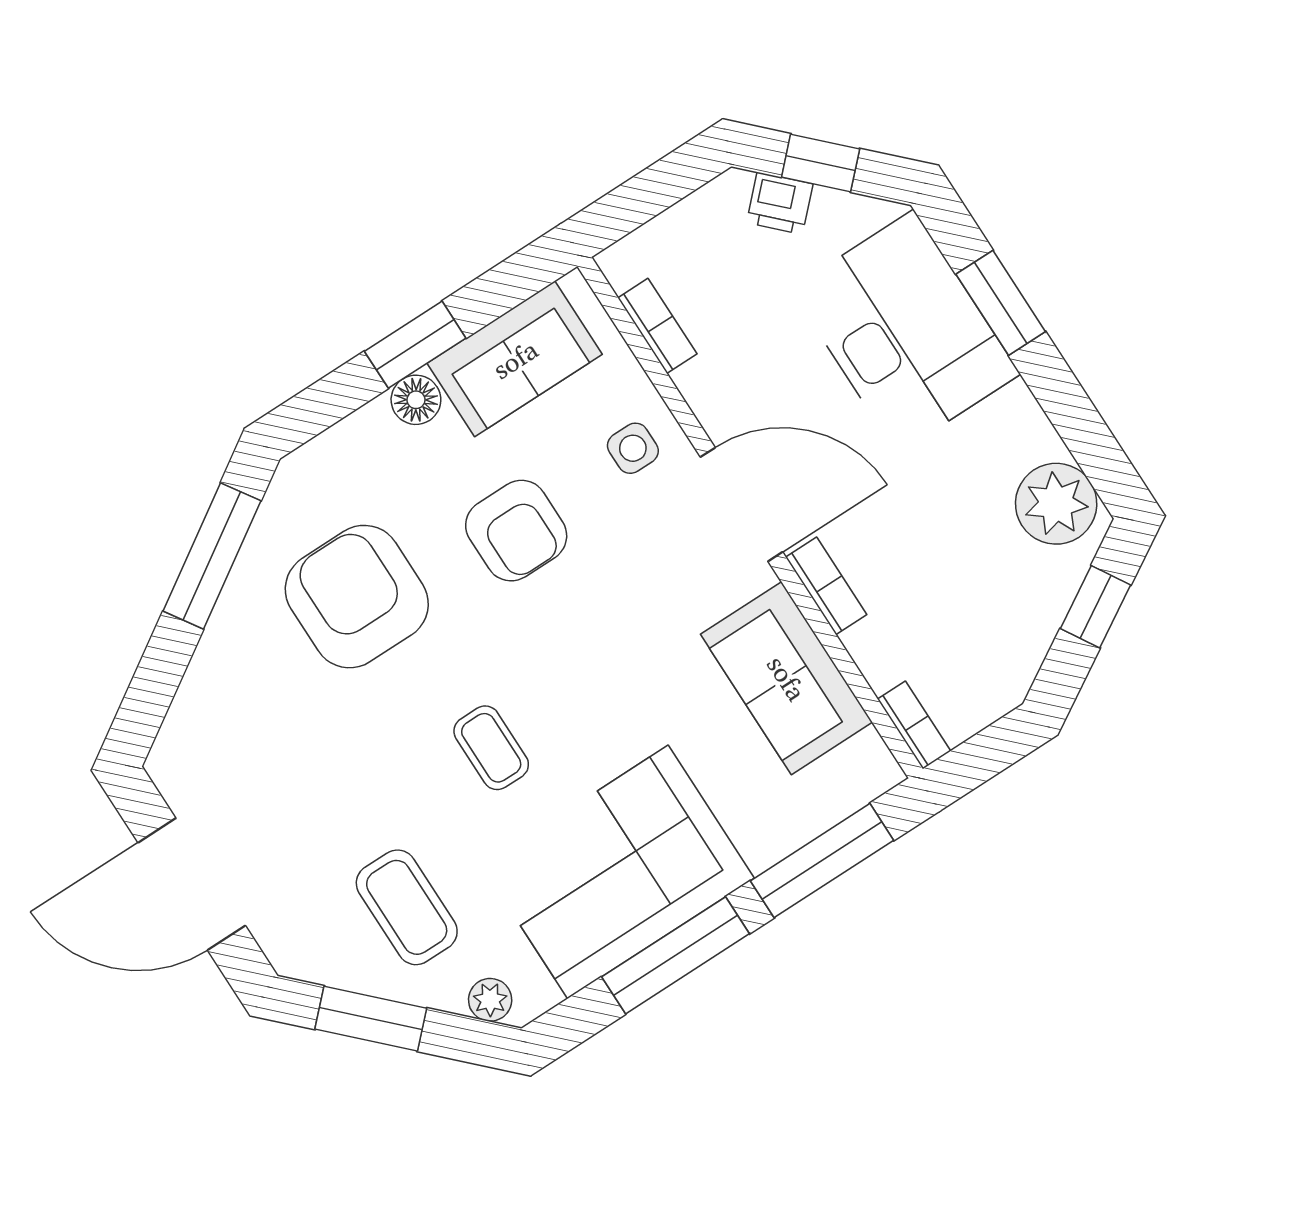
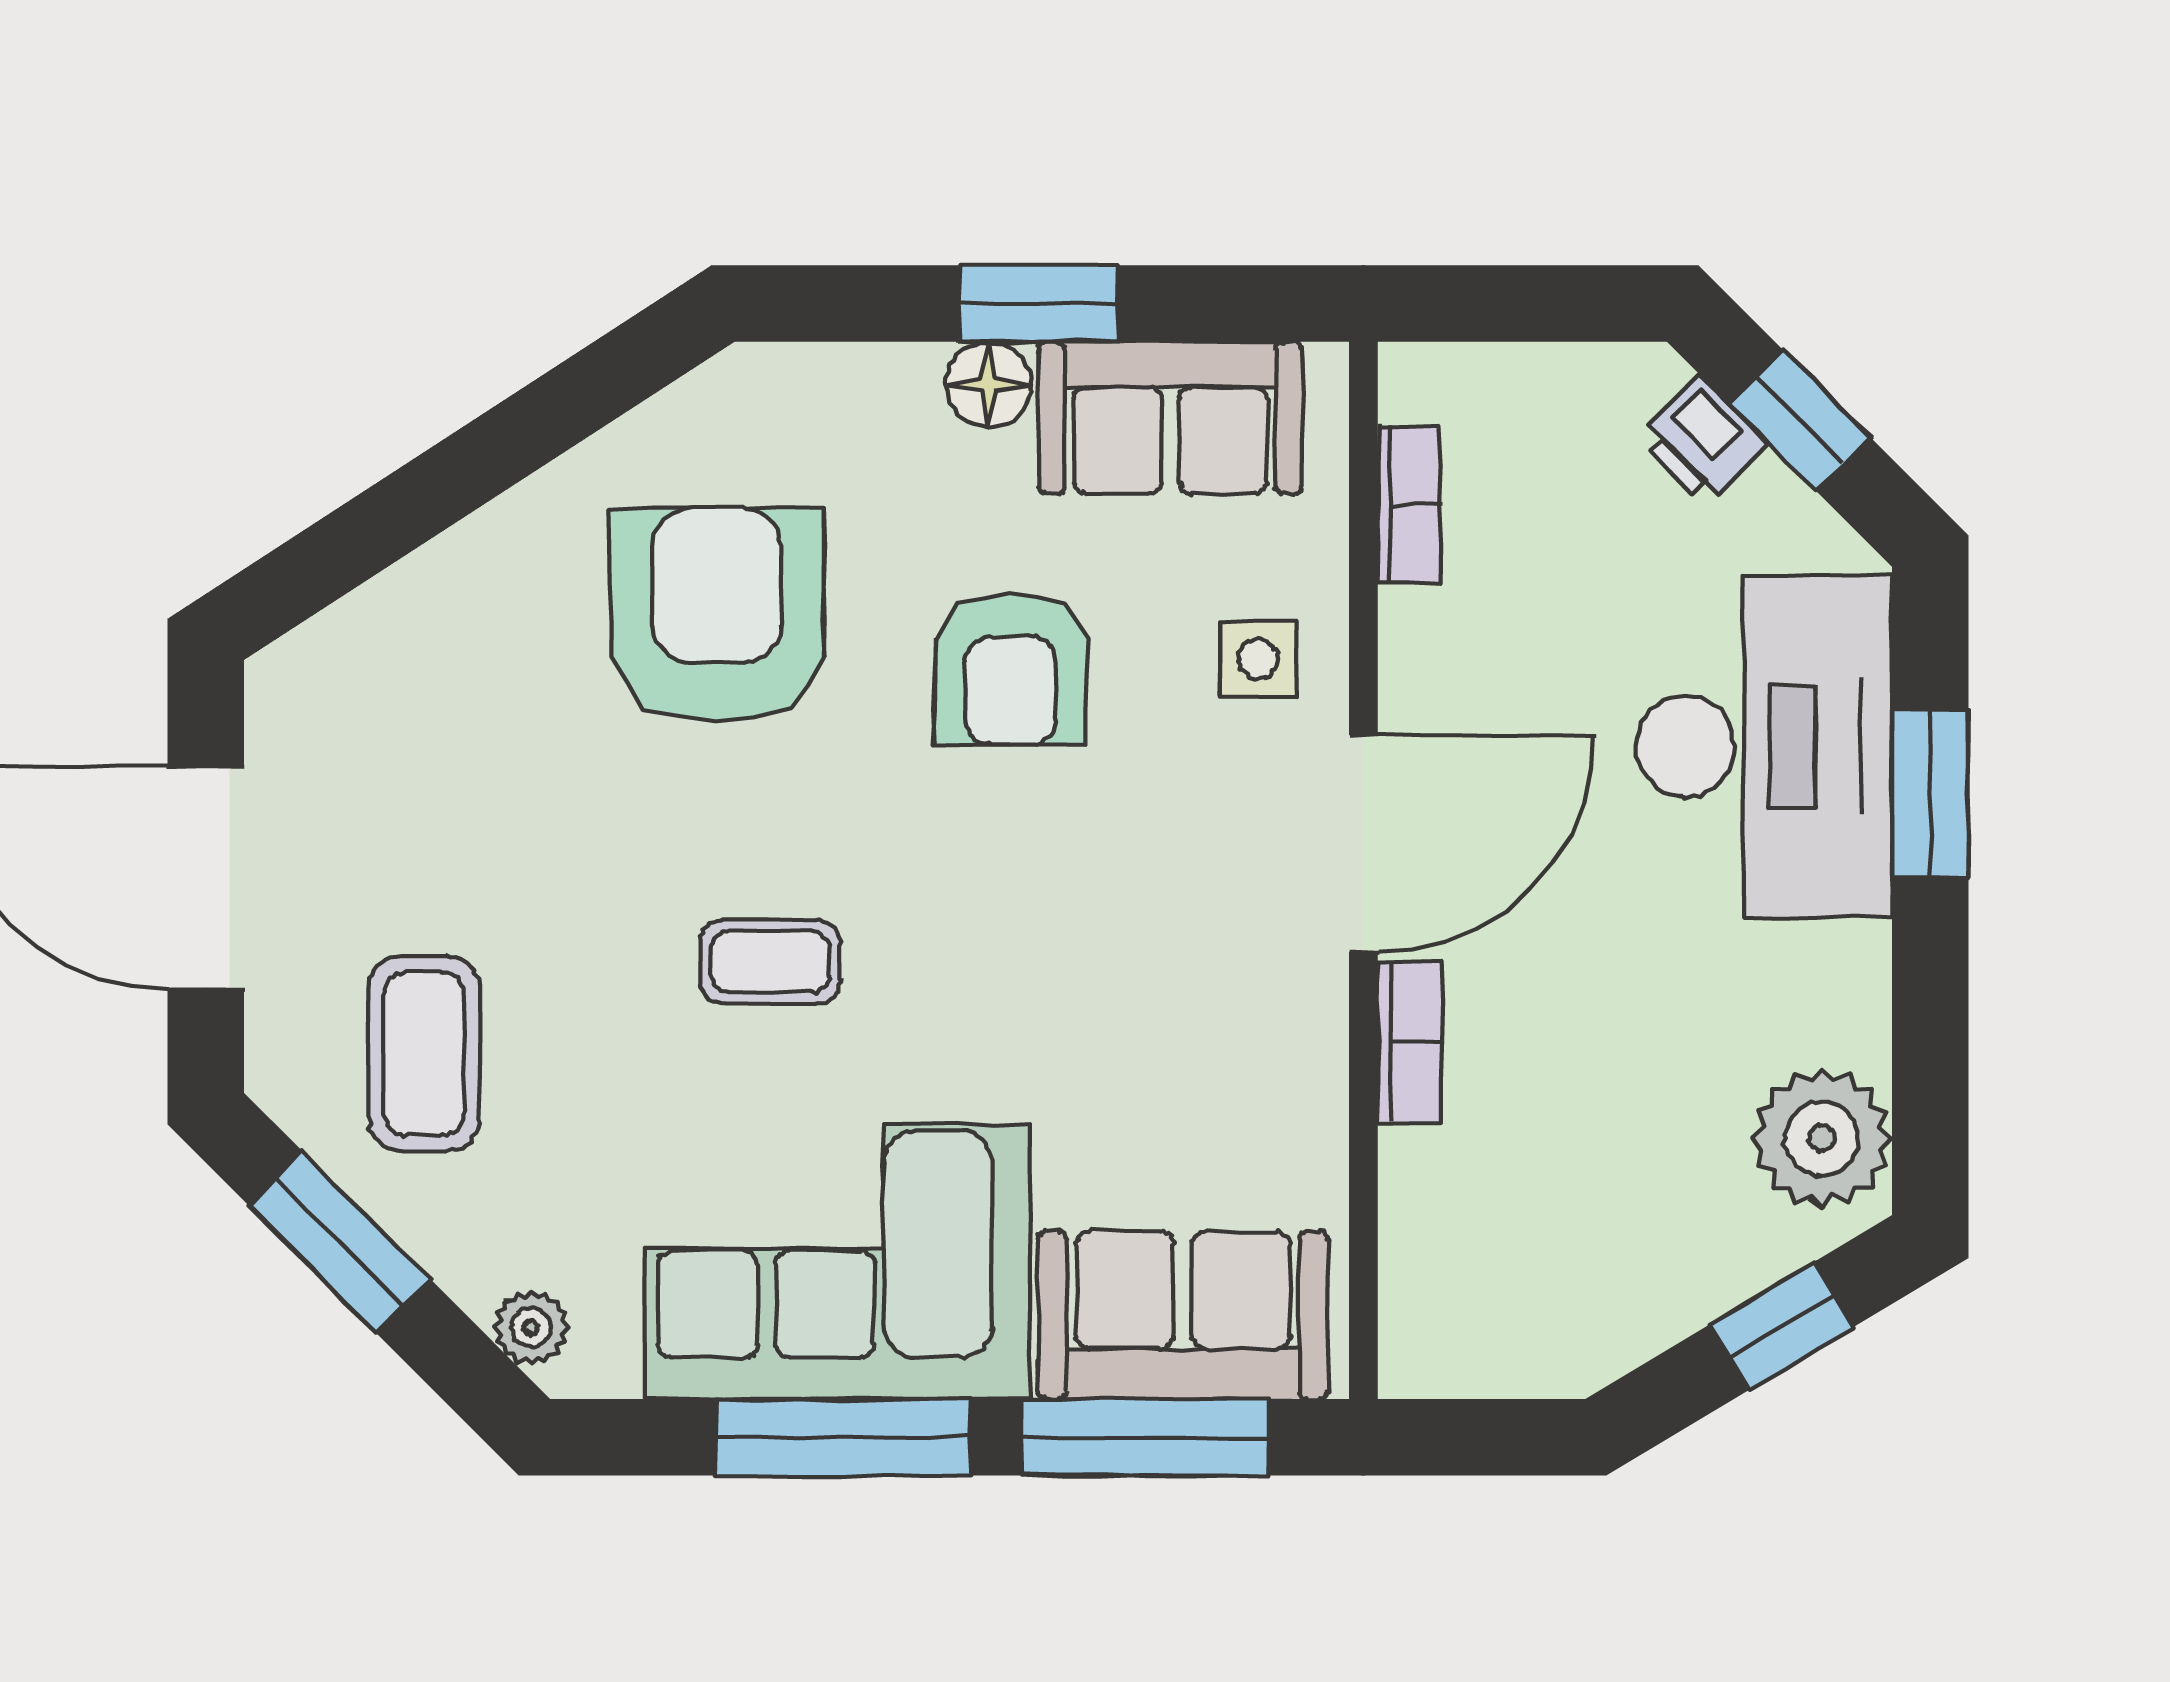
door: (742, 504) -> (1363, 843), hinge flipped
window: (212, 556) -> (544, 420), removed
sofa: (787, 678) -> (1183, 1315), moved, turned 90
bookcase: (914, 725) -> (1407, 1327), removed
coffee table: (491, 748) -> (770, 962), turned 90
coffee table: (407, 907) -> (424, 1054), moved

